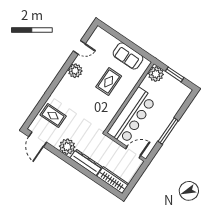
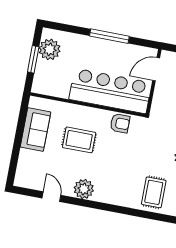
plant: (156, 74) -> (50, 49), moved
armchair: (108, 113) -> (120, 123), added
door: (133, 152) -> (156, 69), hinge flipped

